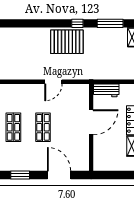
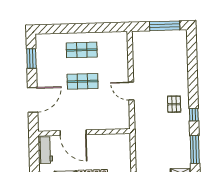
pallet: (67, 42) -> (174, 104), width x0.49, depth x0.50
workbench: (106, 90) -> (45, 150), moved, turned 180
door: (91, 122) -> (73, 133), moved

